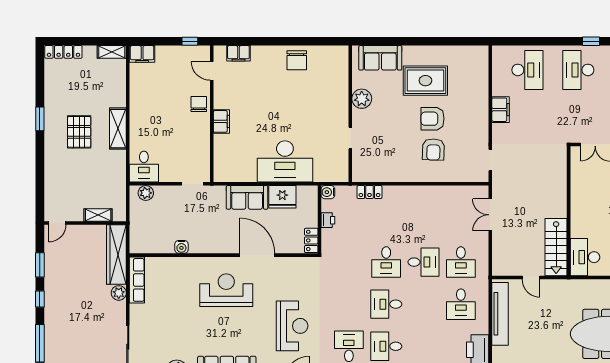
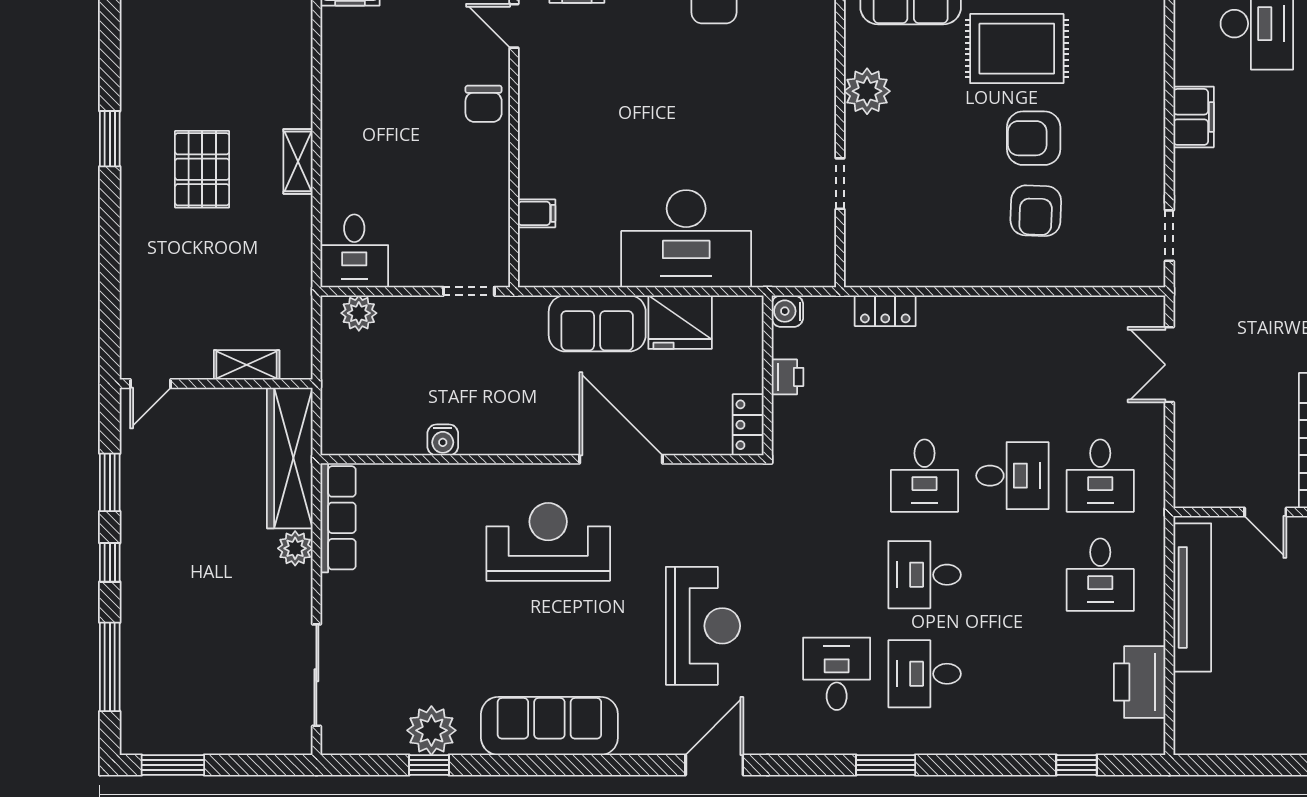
chair: (199, 104) -> (484, 104), turned 180
filing cabinet: (221, 121) -> (537, 213), moved, width x0.50
shelving: (118, 129) -> (298, 161), width x0.67, depth x0.75

